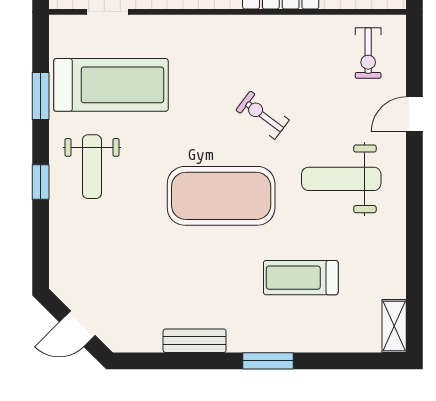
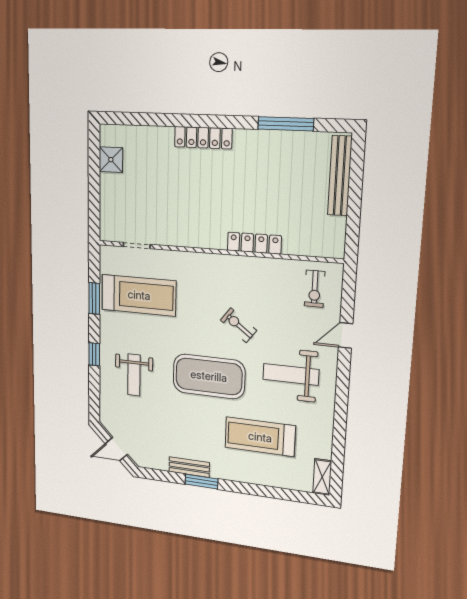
weight bench: (92, 167) -> (134, 375), moved
treadmill: (301, 278) -> (260, 437), width x1.37, depth x1.38
window: (268, 361) -> (201, 482), moved

